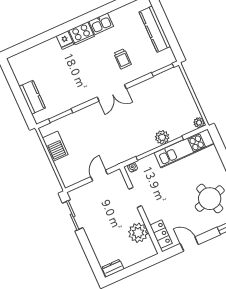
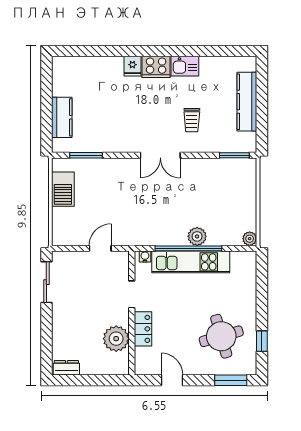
kitchen unit: (184, 148) -> (191, 262), moved
locker: (161, 234) -> (143, 329), moved

